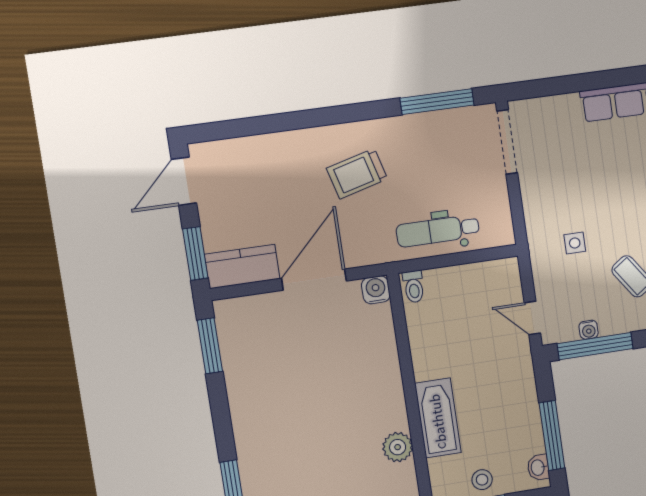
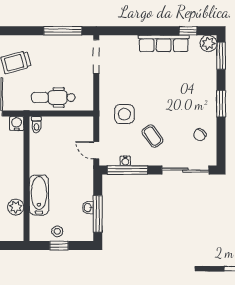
side table: (575, 243) -> (124, 114), width x1.87, depth x1.87
washbasin: (538, 468) -> (88, 208), moved

